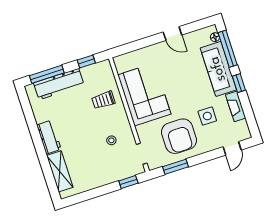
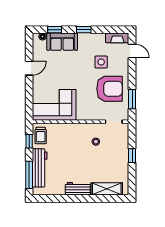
window: (228, 49) -> (55, 30), width x0.46
sofa: (218, 69) -> (62, 42), width x0.73
corner sofa: (144, 94) -> (54, 105), moved
trolley: (103, 100) -> (41, 135), moved
fireplace: (236, 106) -> (117, 38), moved
window: (128, 182) -> (132, 156), moved

